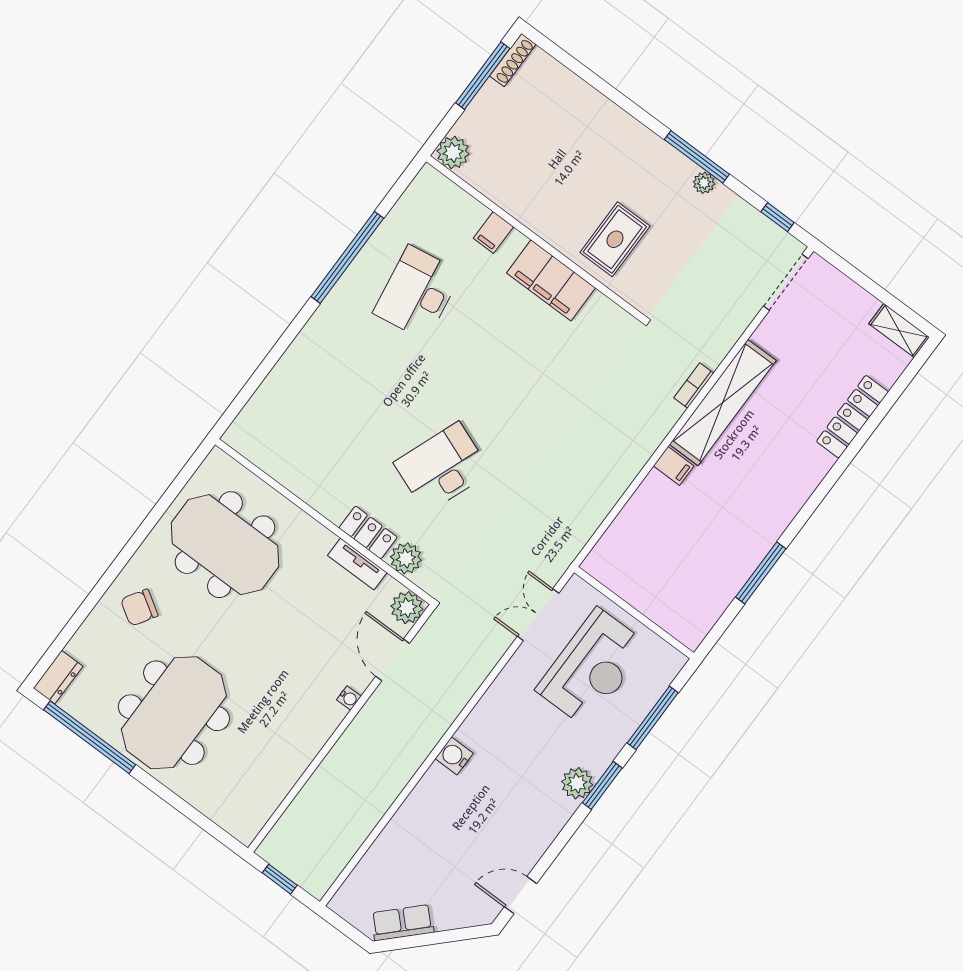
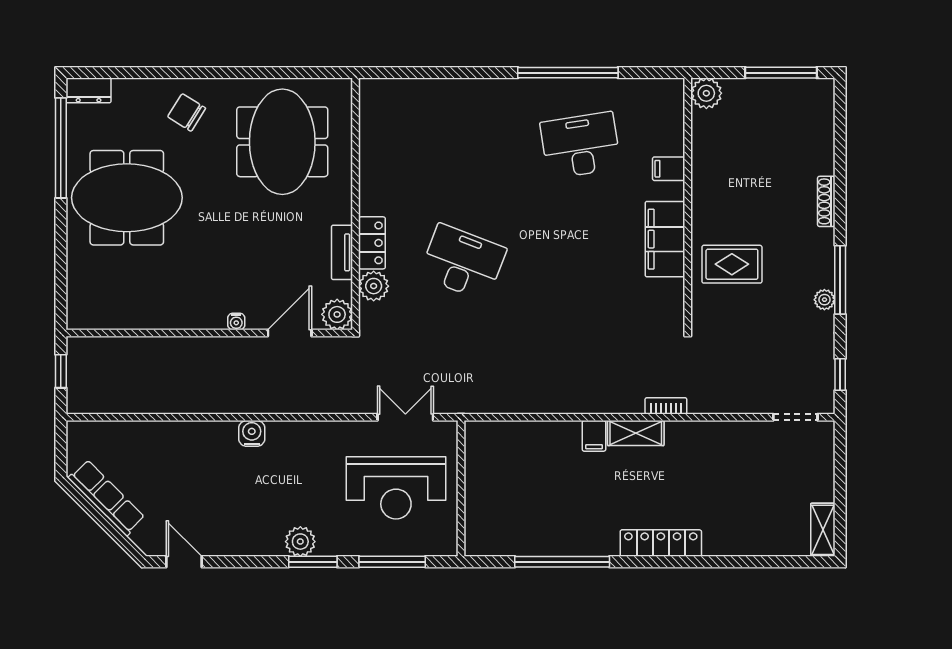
shoe rack: (513, 60) -> (826, 201), moved, turned 90
doorway: (786, 282) -> (795, 417), width x0.73
shelving: (723, 402) -> (636, 433), width x0.45, depth x0.75
locker: (852, 417) -> (661, 543), moved
window: (761, 573) -> (562, 562), width x1.46
row of seats: (402, 923) -> (106, 498), width x1.48

